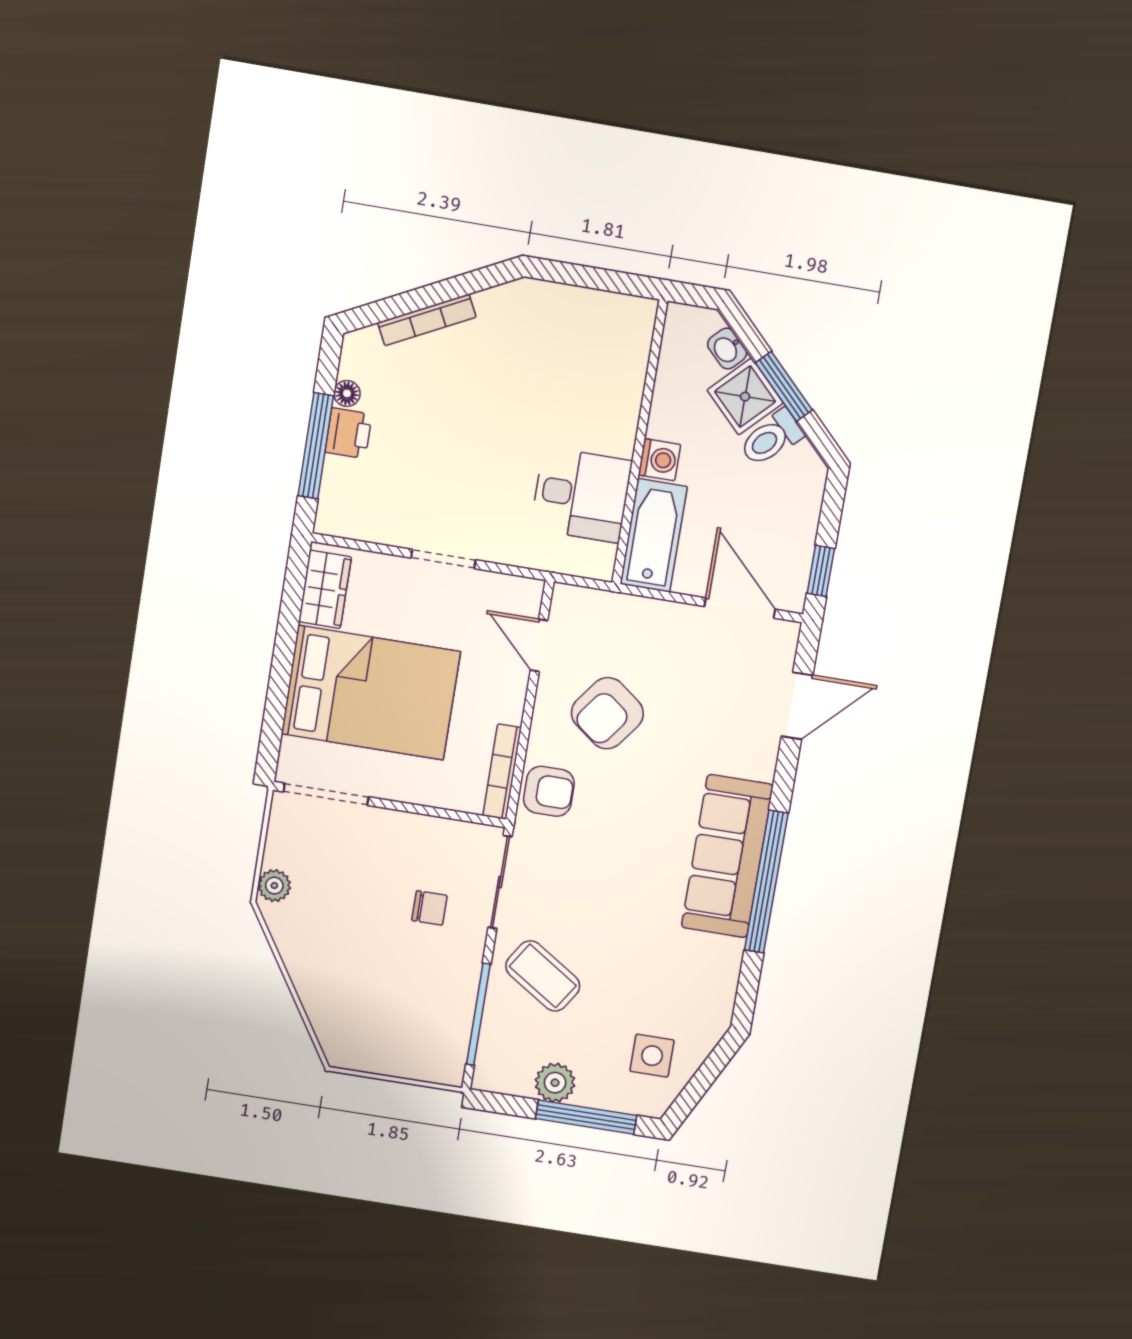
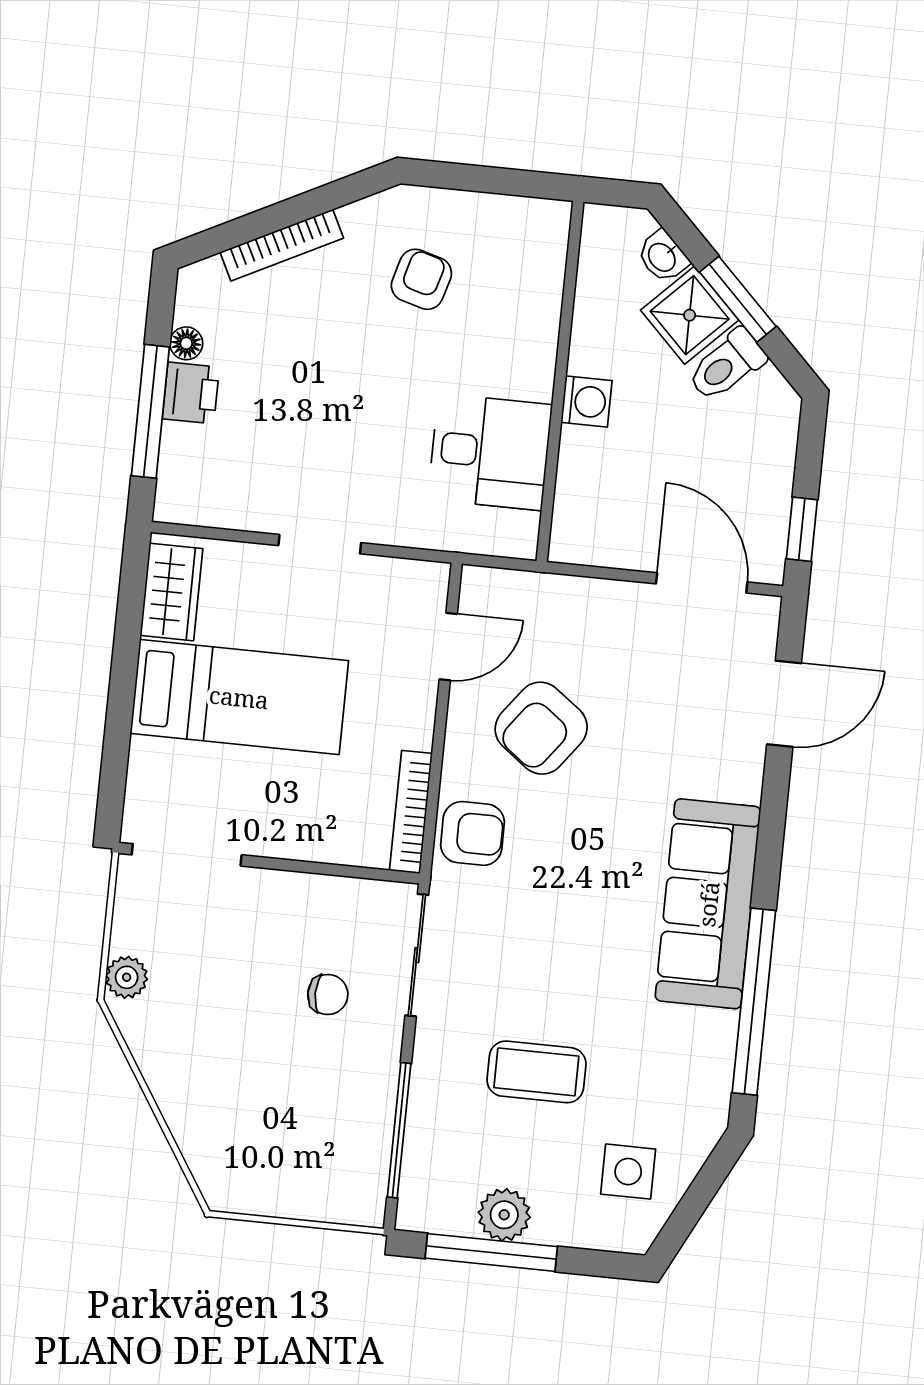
armchair: (536, 354) -> (421, 279), added
bathtub: (654, 535) -> (585, 498), removed
door: (539, 645) -> (448, 647), swing flipped
bed: (371, 693) -> (239, 697), width x0.67
window: (766, 882) -> (754, 1002), moved
coffee table: (543, 976) -> (536, 1072), moved, turned -33
window: (586, 1117) -> (491, 1252), moved

